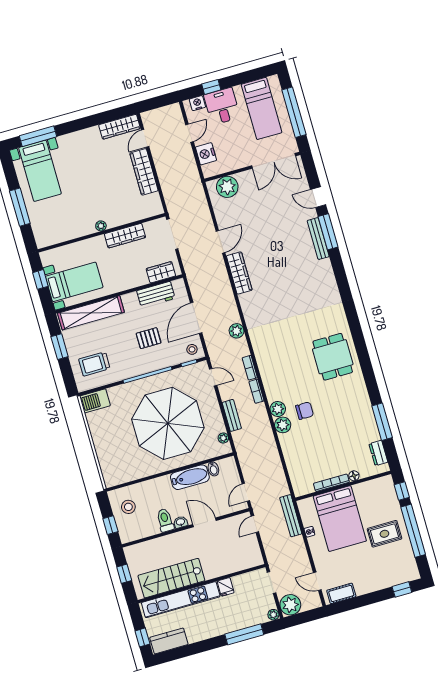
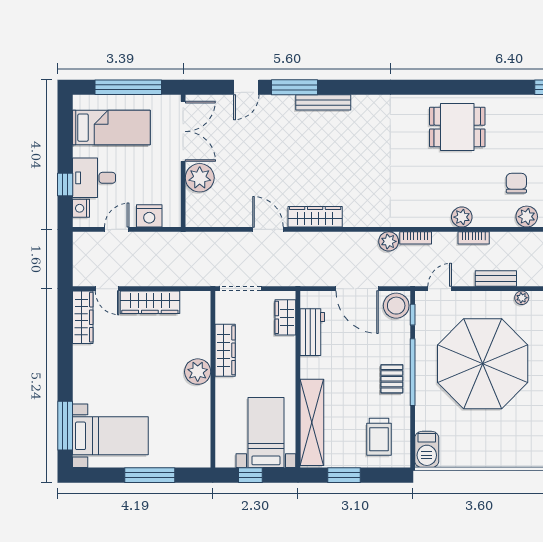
door: (190, 133) -> (117, 229), hinge flipped
plant: (227, 187) -> (200, 178), moved
plant: (101, 226) -> (198, 372), width x1.88, depth x1.88
bench: (318, 239) -> (323, 102), moved
pallet: (149, 338) -> (392, 379), moved
stool: (192, 349) -> (396, 306), width x1.89, depth x1.89
bookcase: (250, 368) -> (416, 238), moved
plant: (278, 409) -> (462, 217), moved

